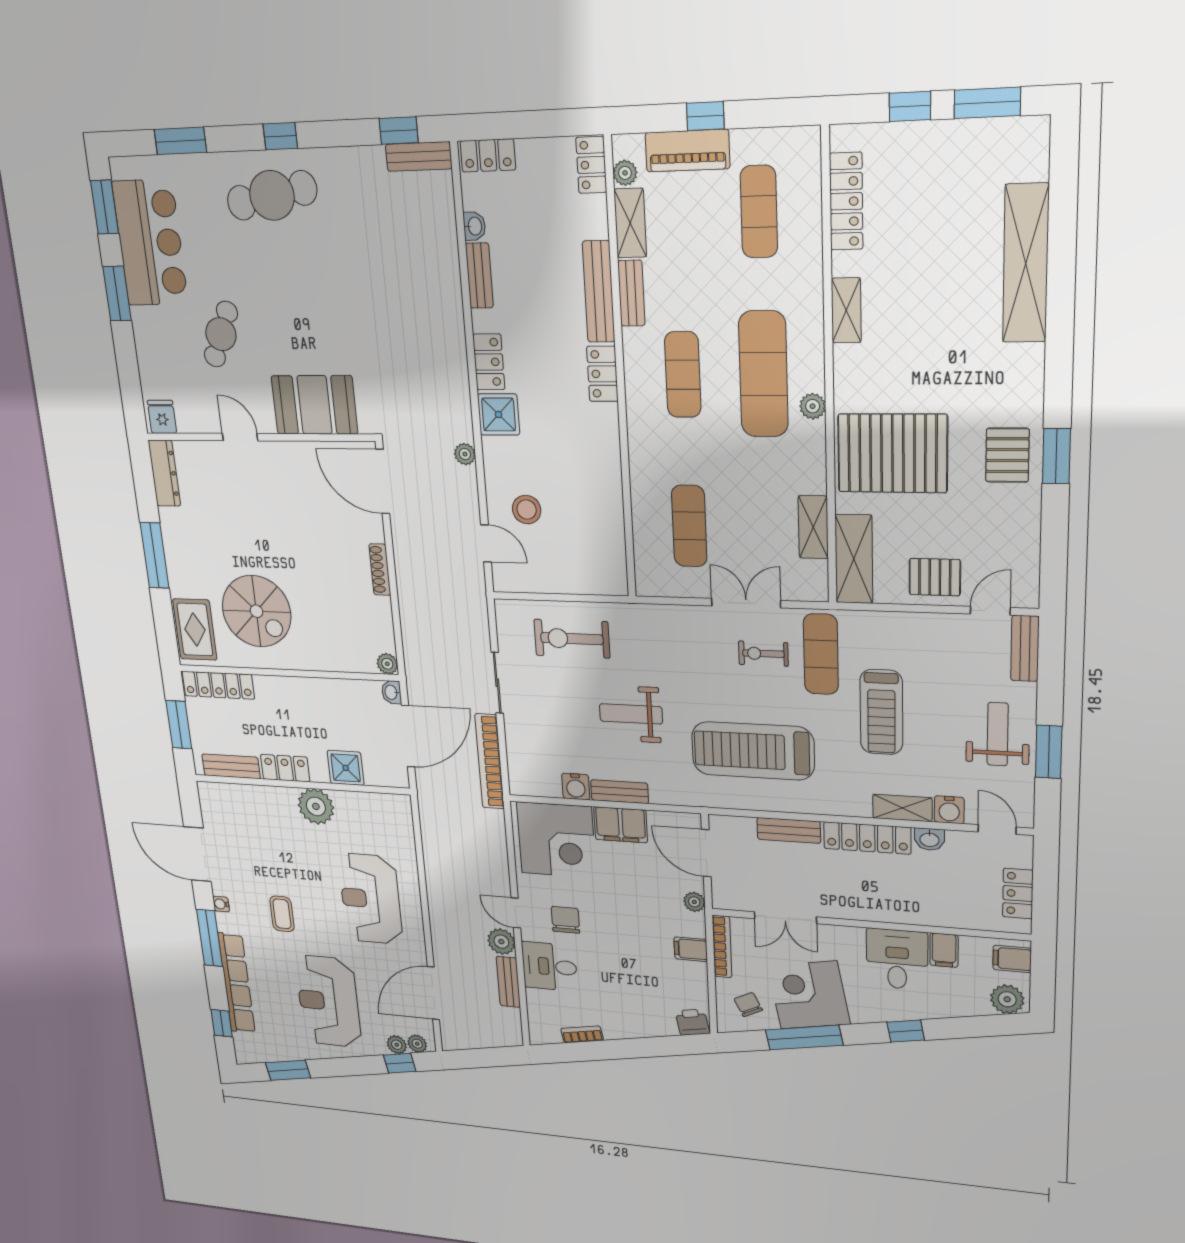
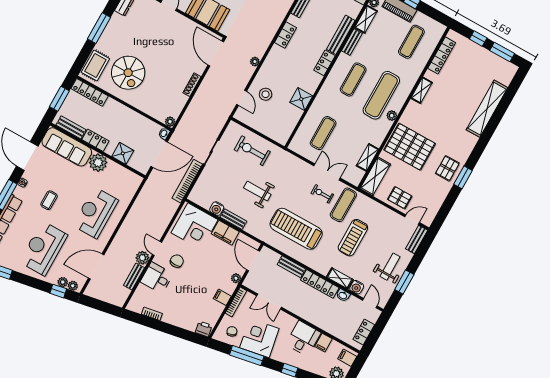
shower: (499, 414) -> (301, 99), moved
sofa: (247, 805) -> (67, 147), added

